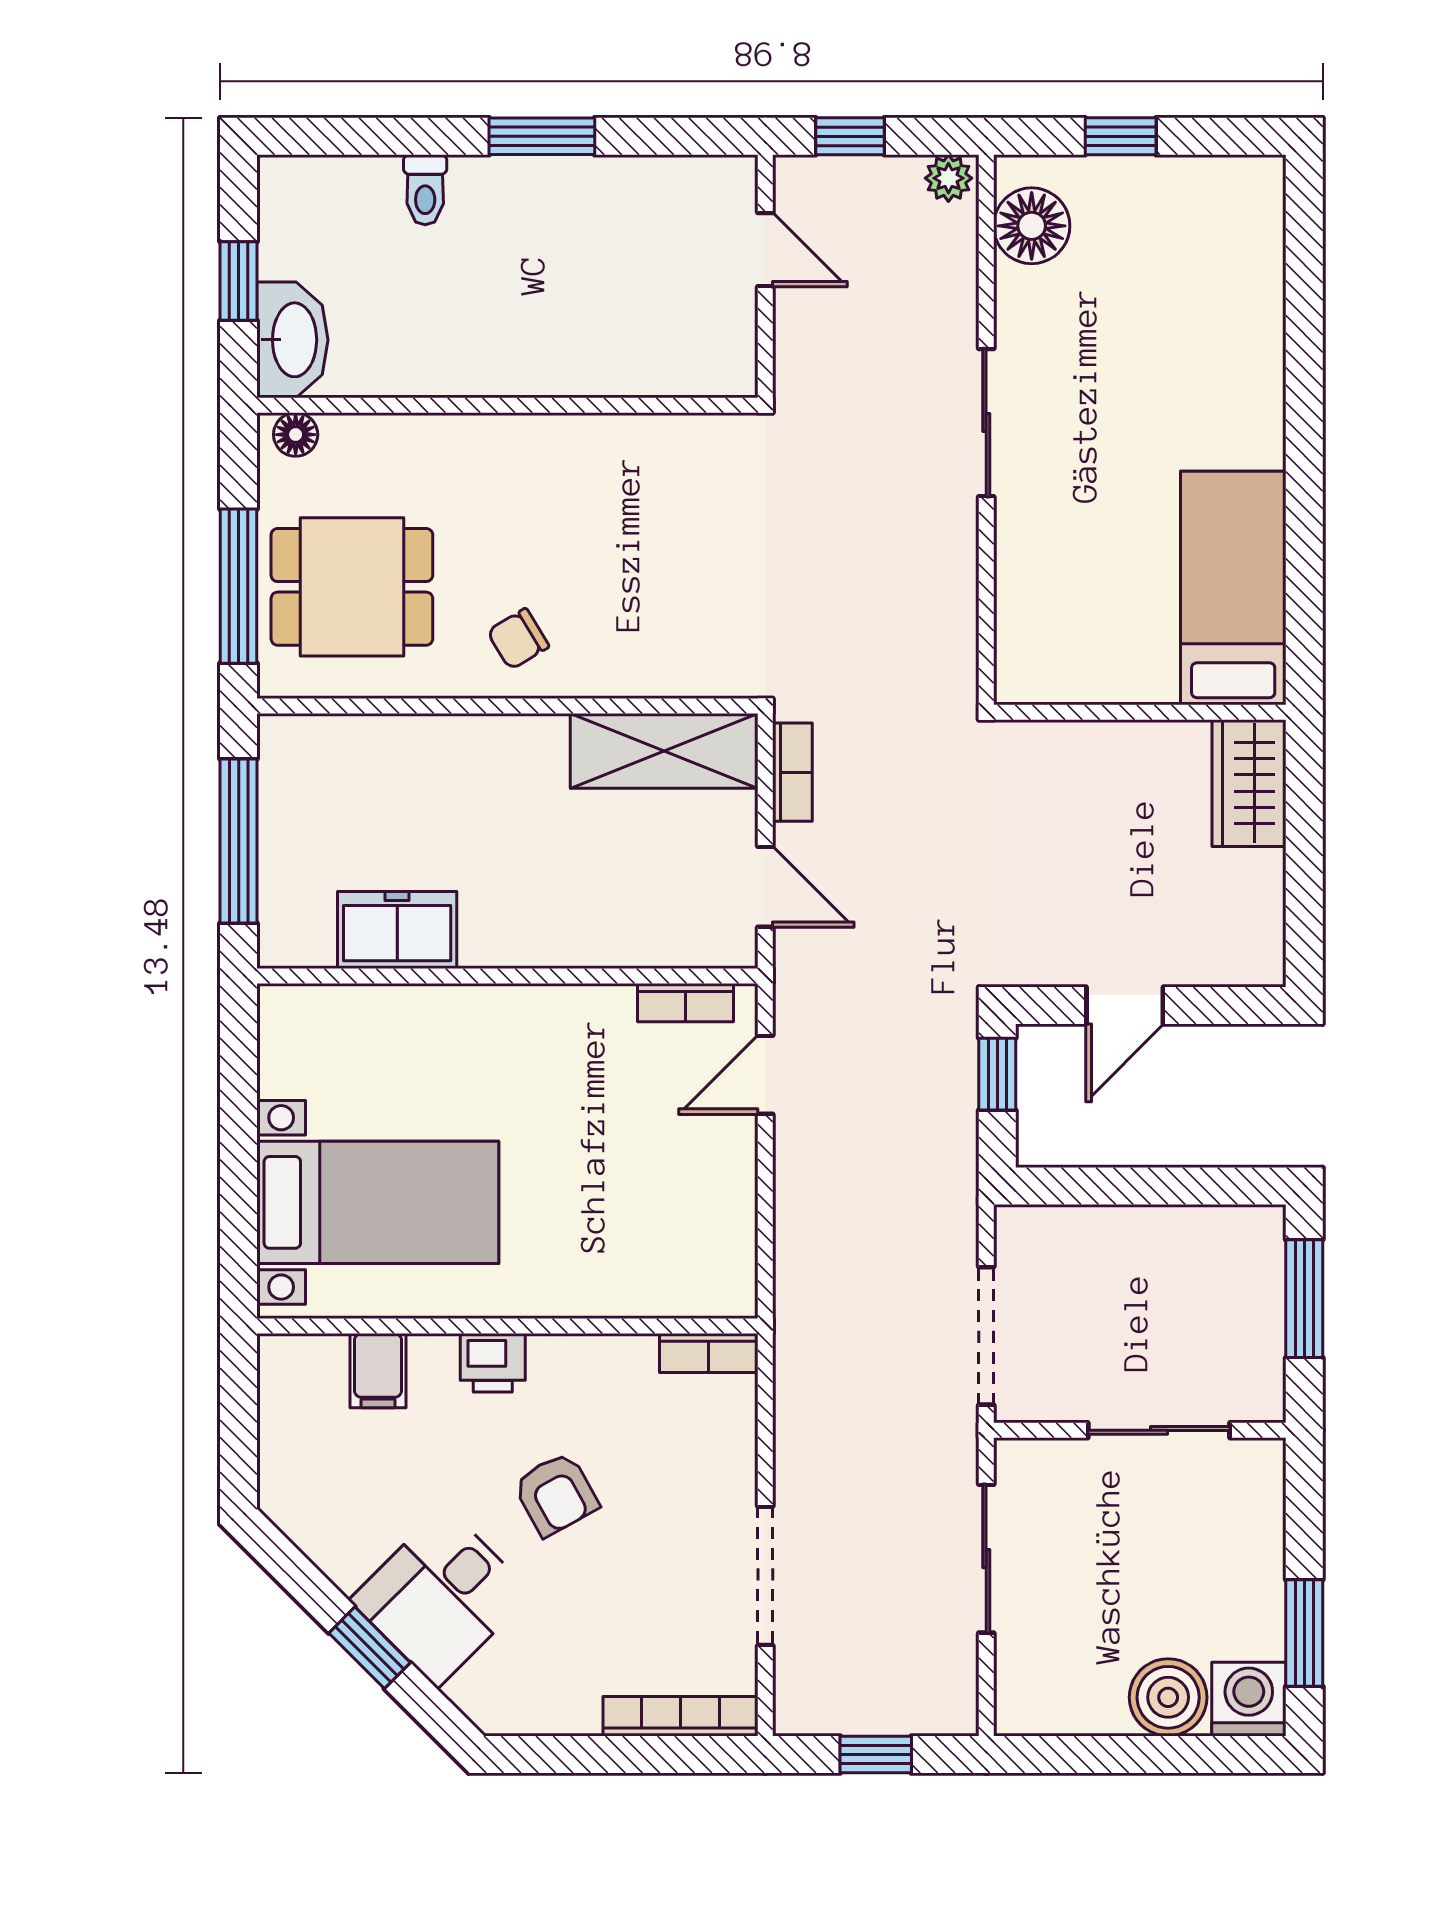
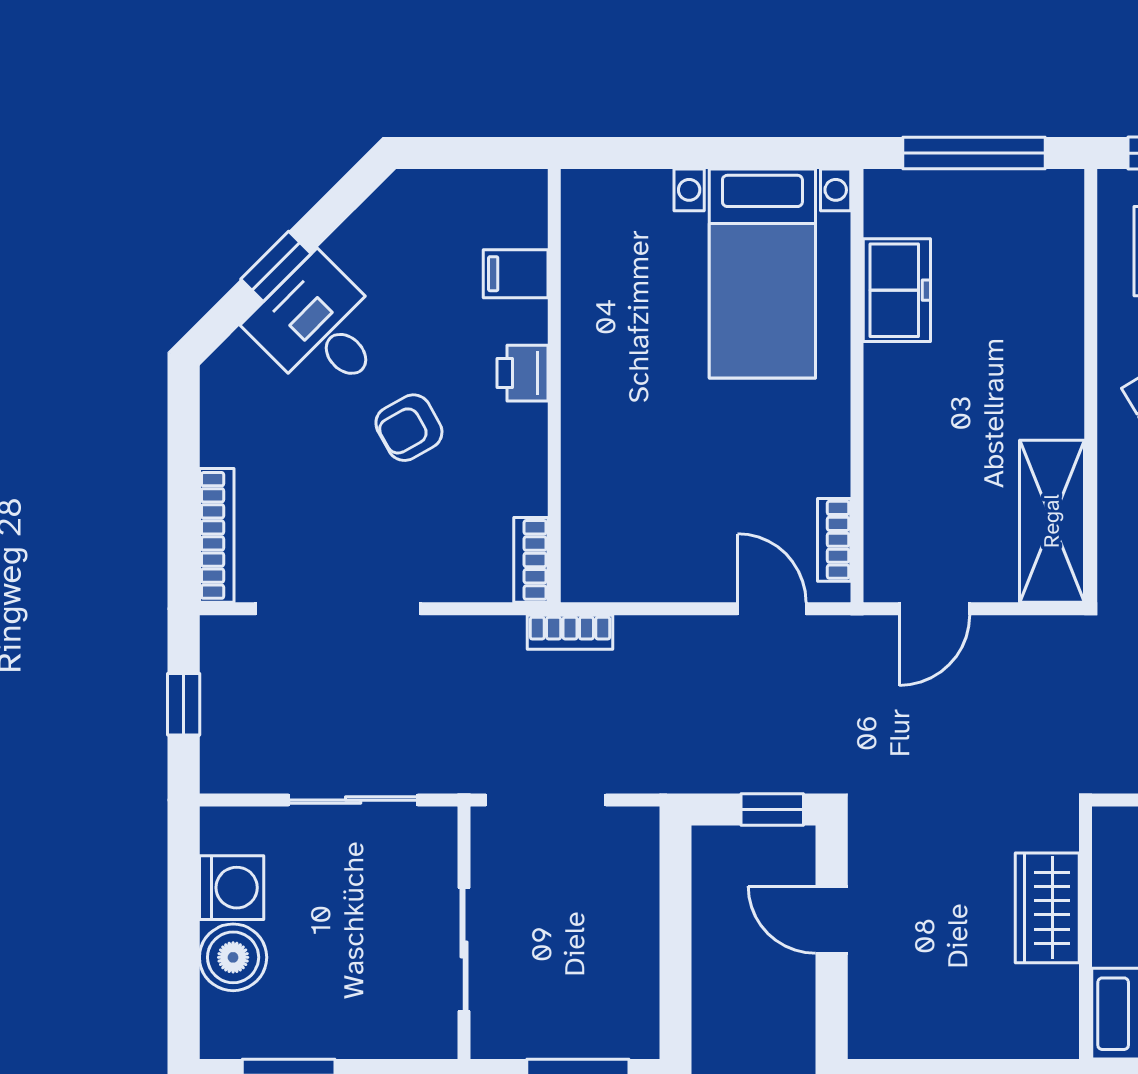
bookcase: (792, 772) -> (570, 632), moved
wardrobe: (1249, 783) -> (1047, 908), moved, turned -90
bed with nightstands: (378, 1202) -> (762, 273), moved
doorway: (765, 1576) -> (338, 609), width x1.36
washing machine: (1249, 1699) -> (232, 888), moved

